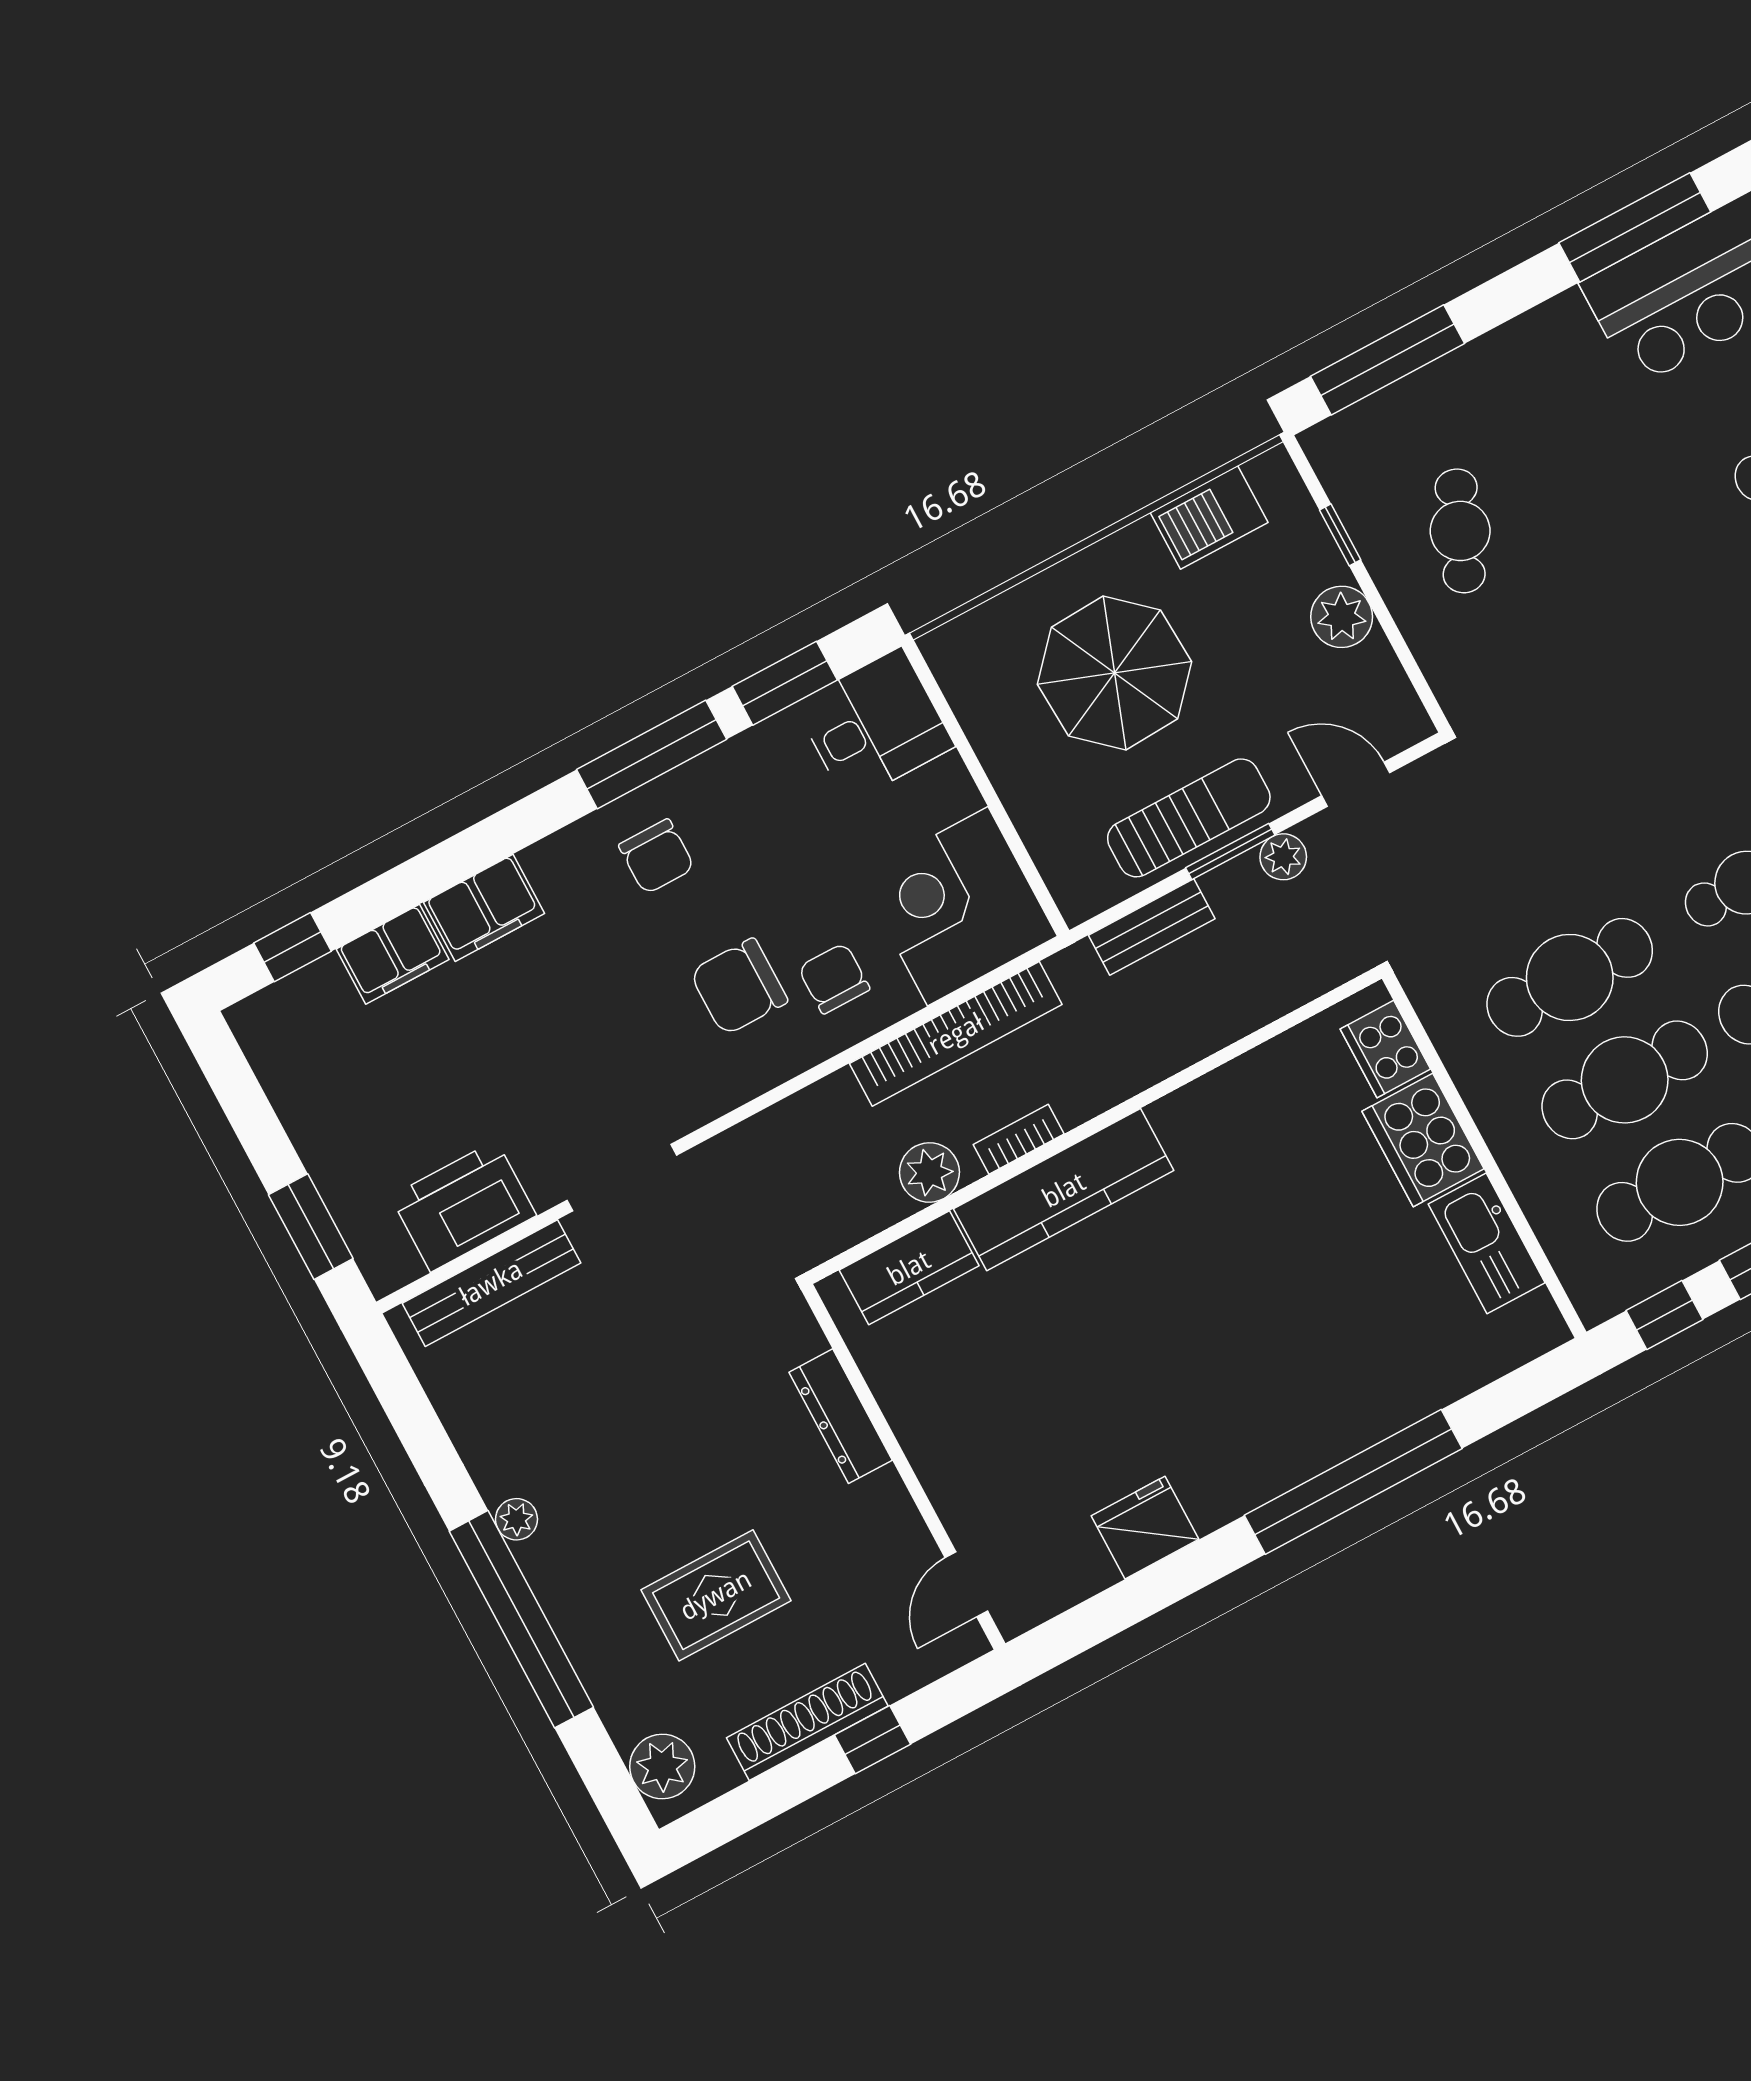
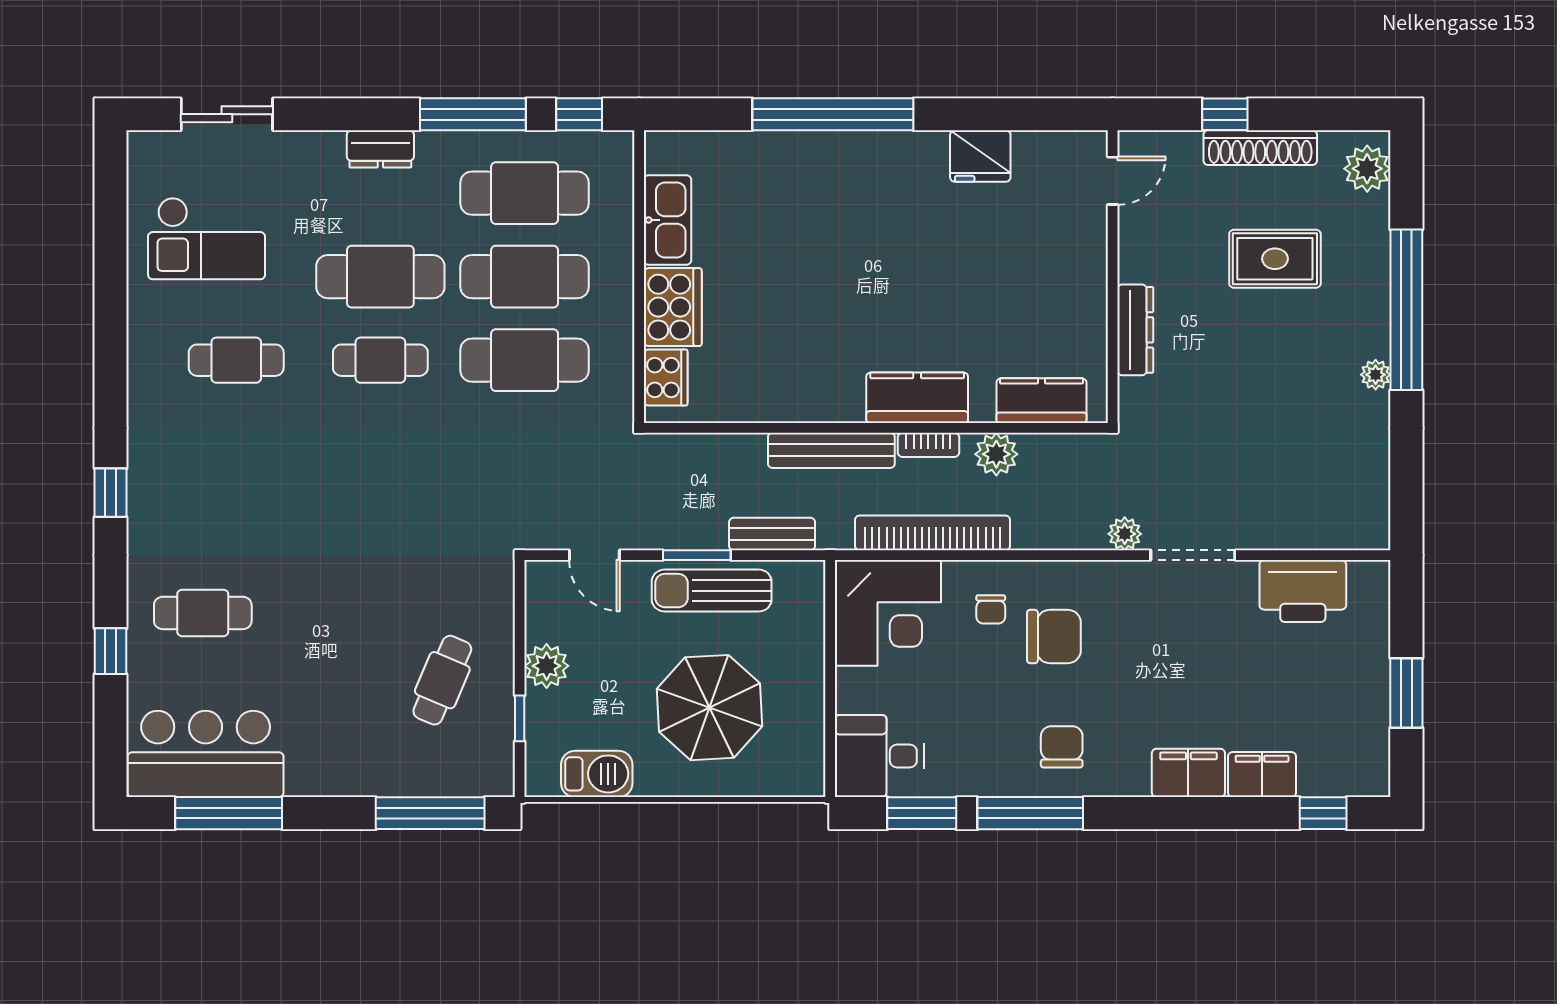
plant: (1283, 857) -> (1125, 534), moved
chair: (834, 978) -> (991, 609), width x0.73, depth x0.73
kitchen counter: (1064, 1190) -> (917, 398), width x0.67
window: (311, 1227) -> (1406, 693), moved
bench: (491, 1283) -> (831, 450), moved

